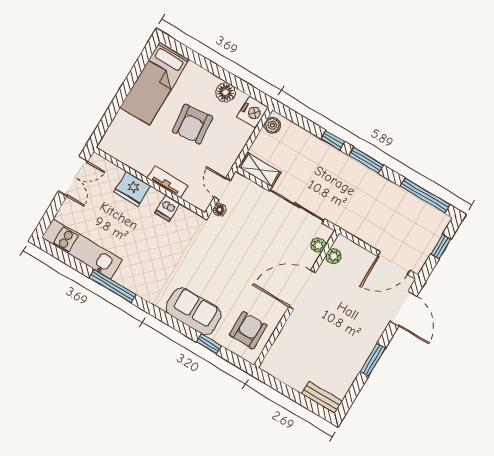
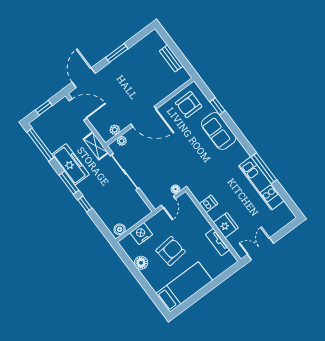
nightstand: (253, 112) -> (141, 234), moved
shelving: (260, 170) -> (96, 146), moved
tv unit: (167, 182) -> (218, 242), moved
freezer: (374, 186) -> (71, 164), added
kitchen unit: (82, 249) -> (261, 183), moved
bench: (322, 398) -> (171, 58), moved

